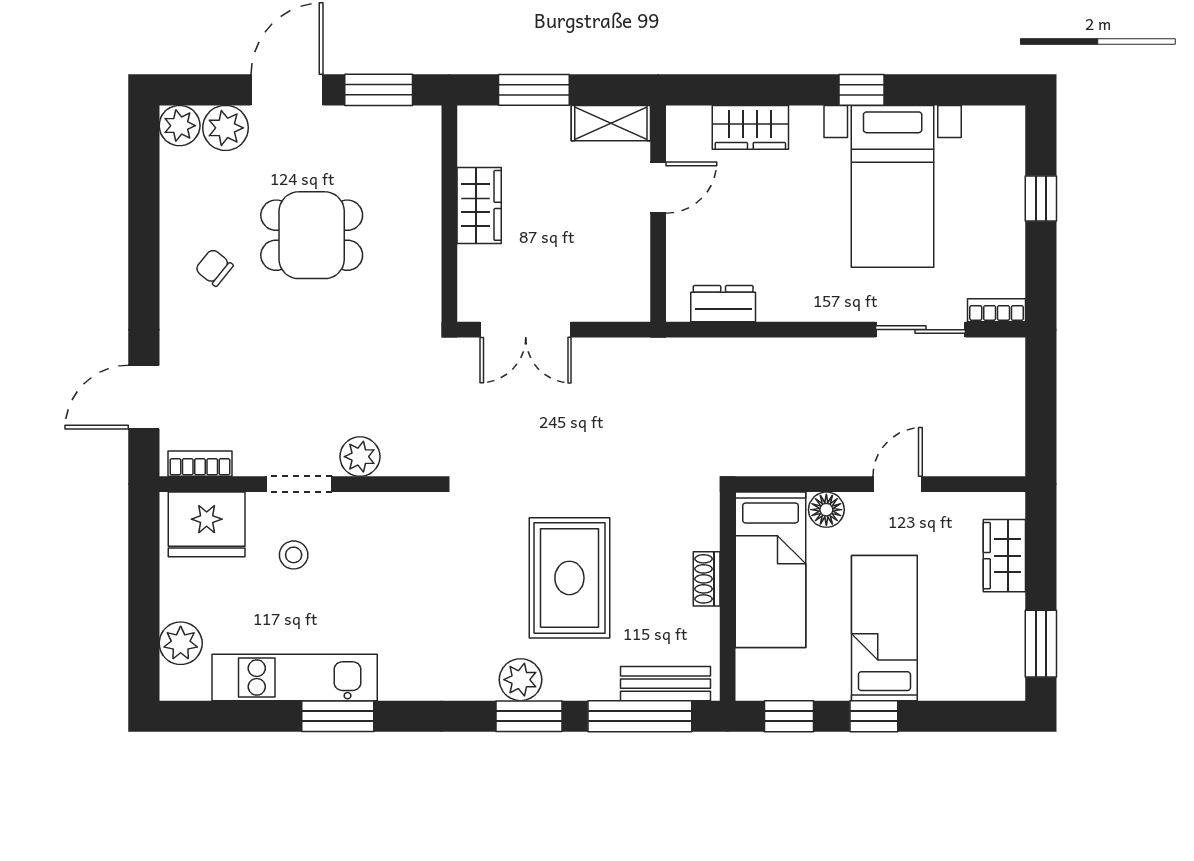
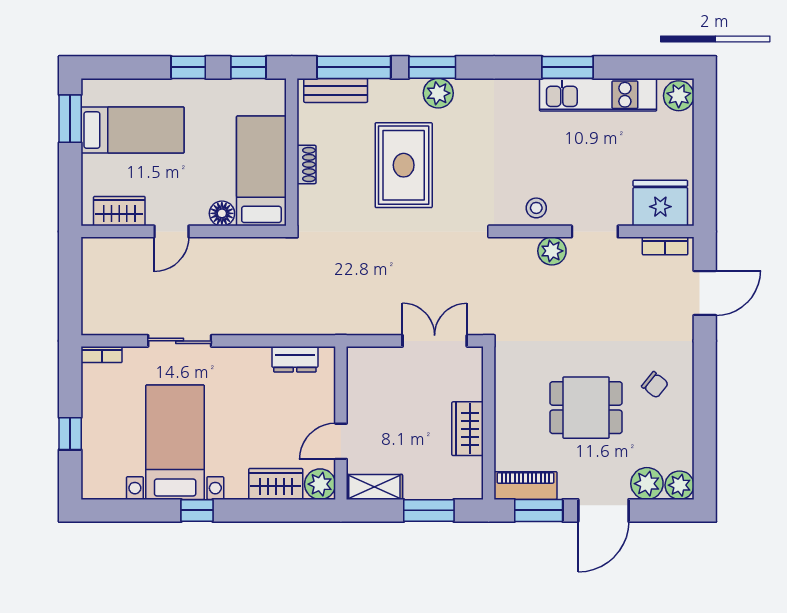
piano: (397, 125) -> (525, 486), added
plant: (688, 127) -> (320, 484), added
sliding door: (920, 330) -> (180, 341), moved
stool: (294, 555) -> (536, 208), moved
wardrobe: (1004, 556) -> (119, 211), moved, turned -90
bed: (884, 628) -> (133, 130), moved, turned -90
plant: (181, 643) -> (679, 96), moved

